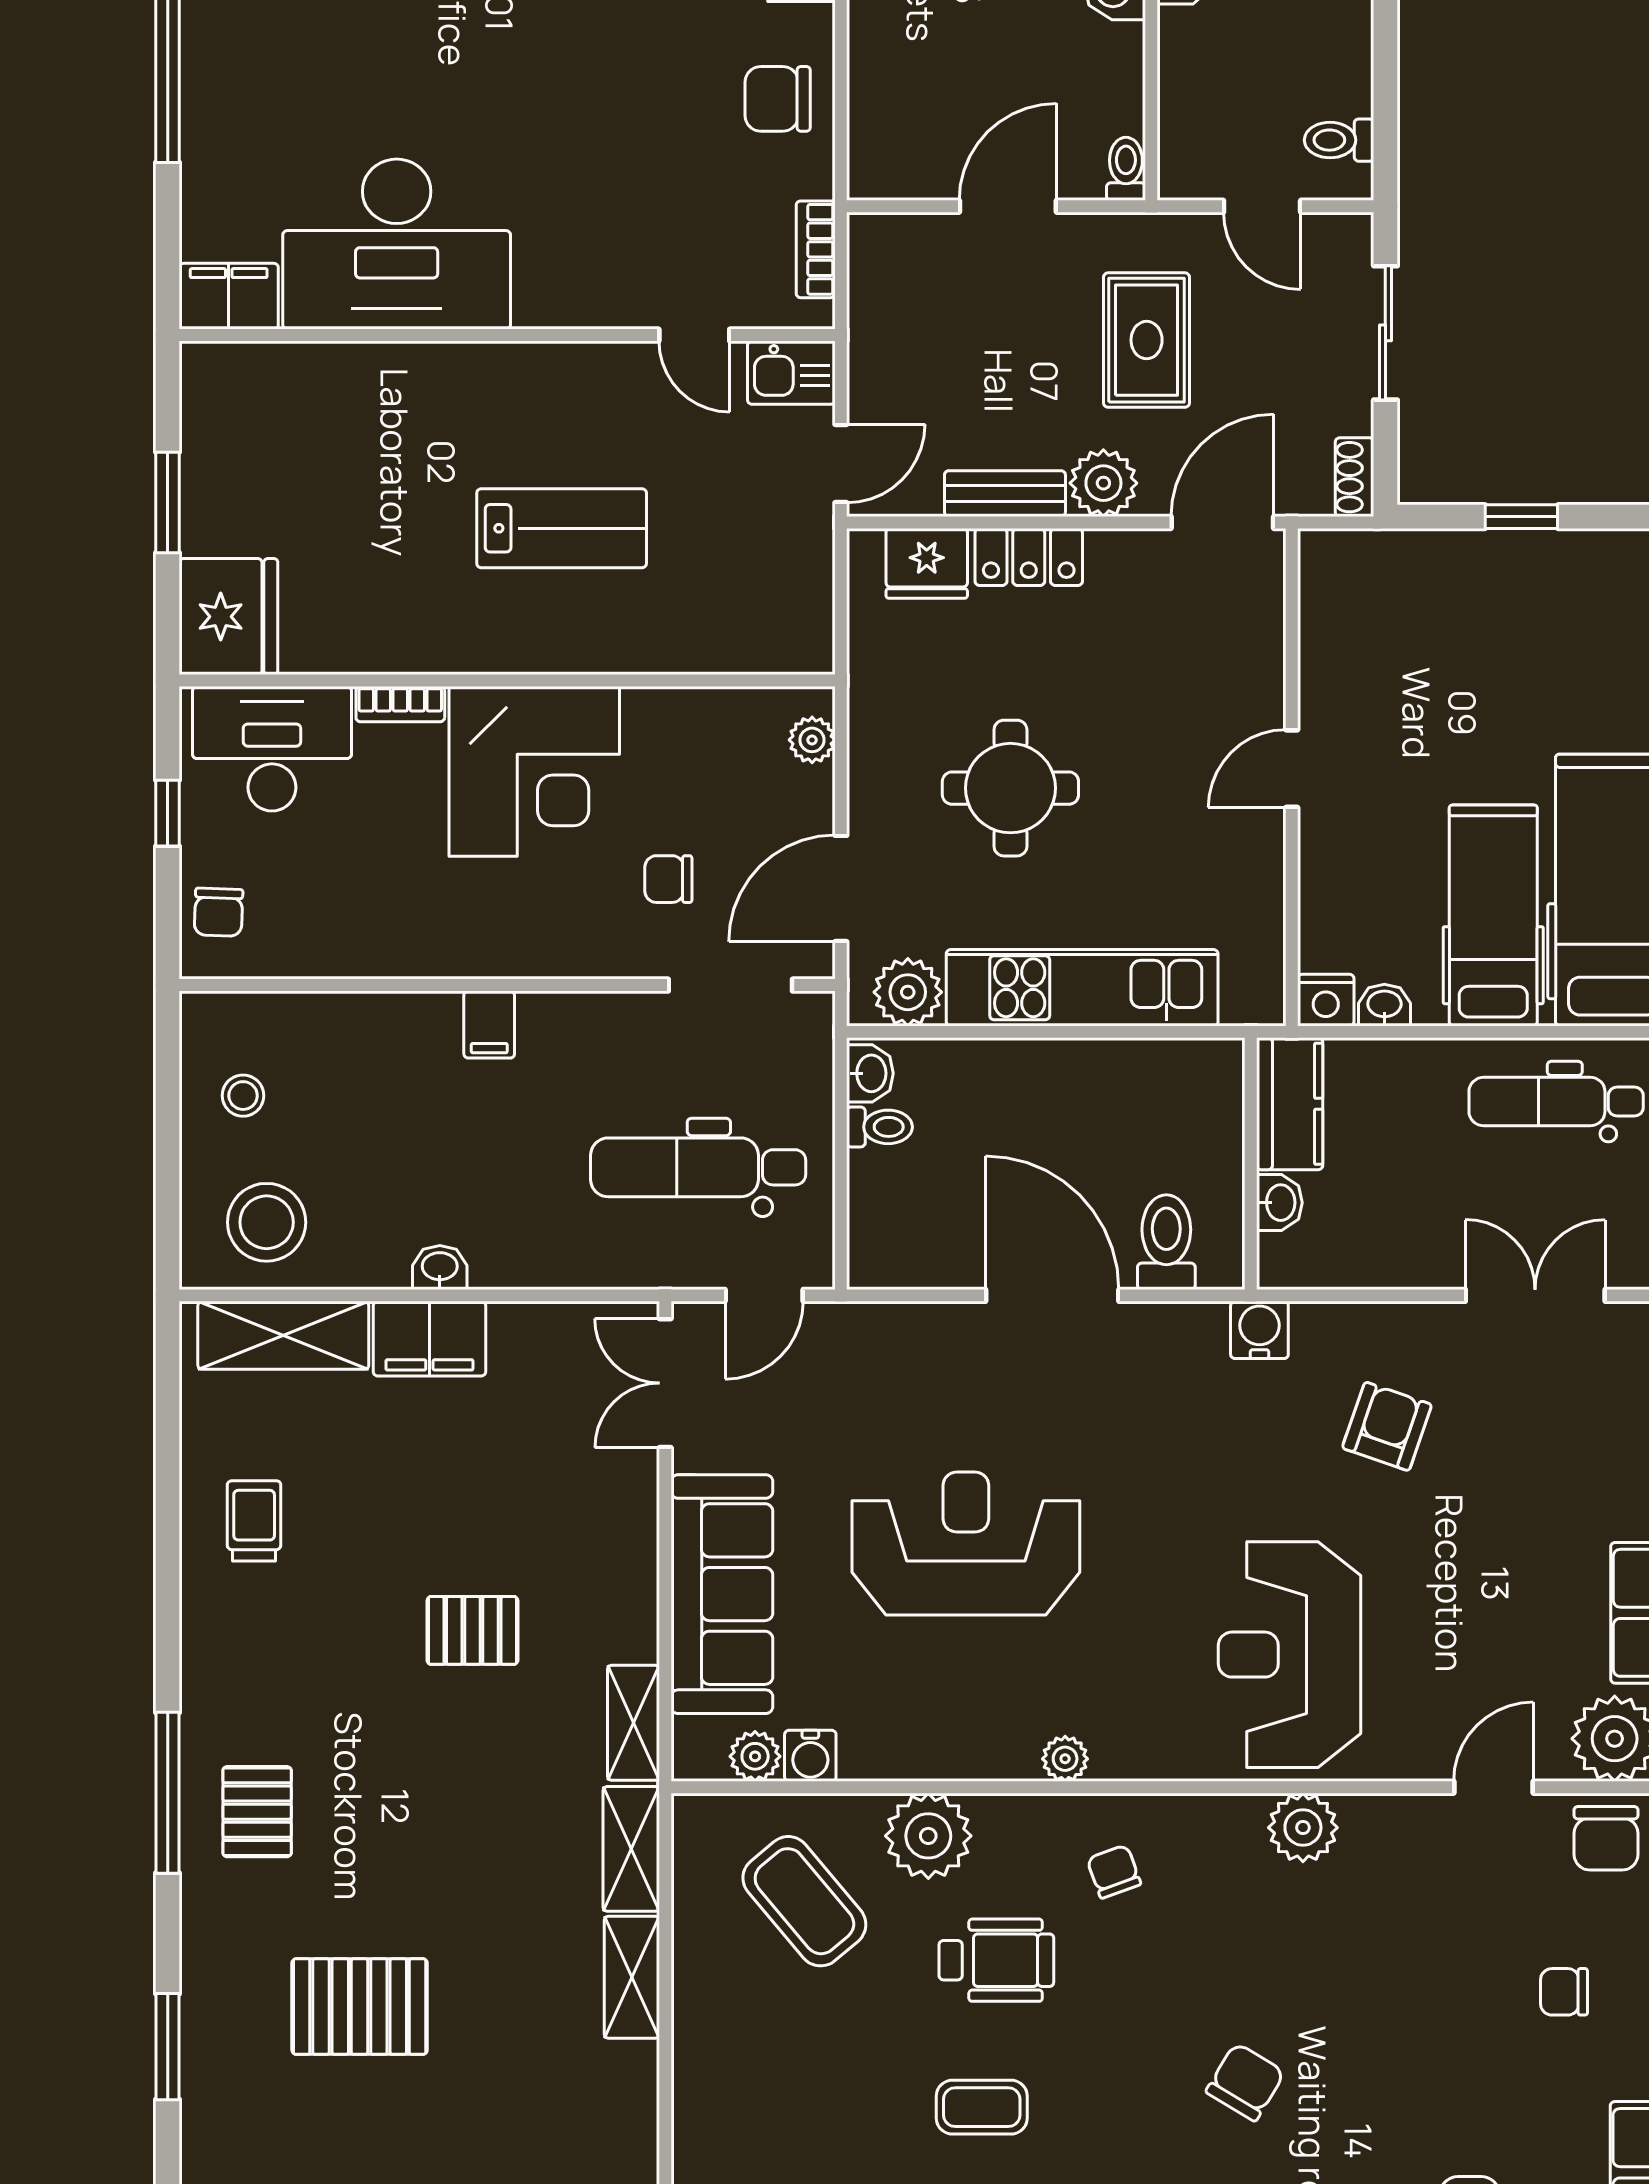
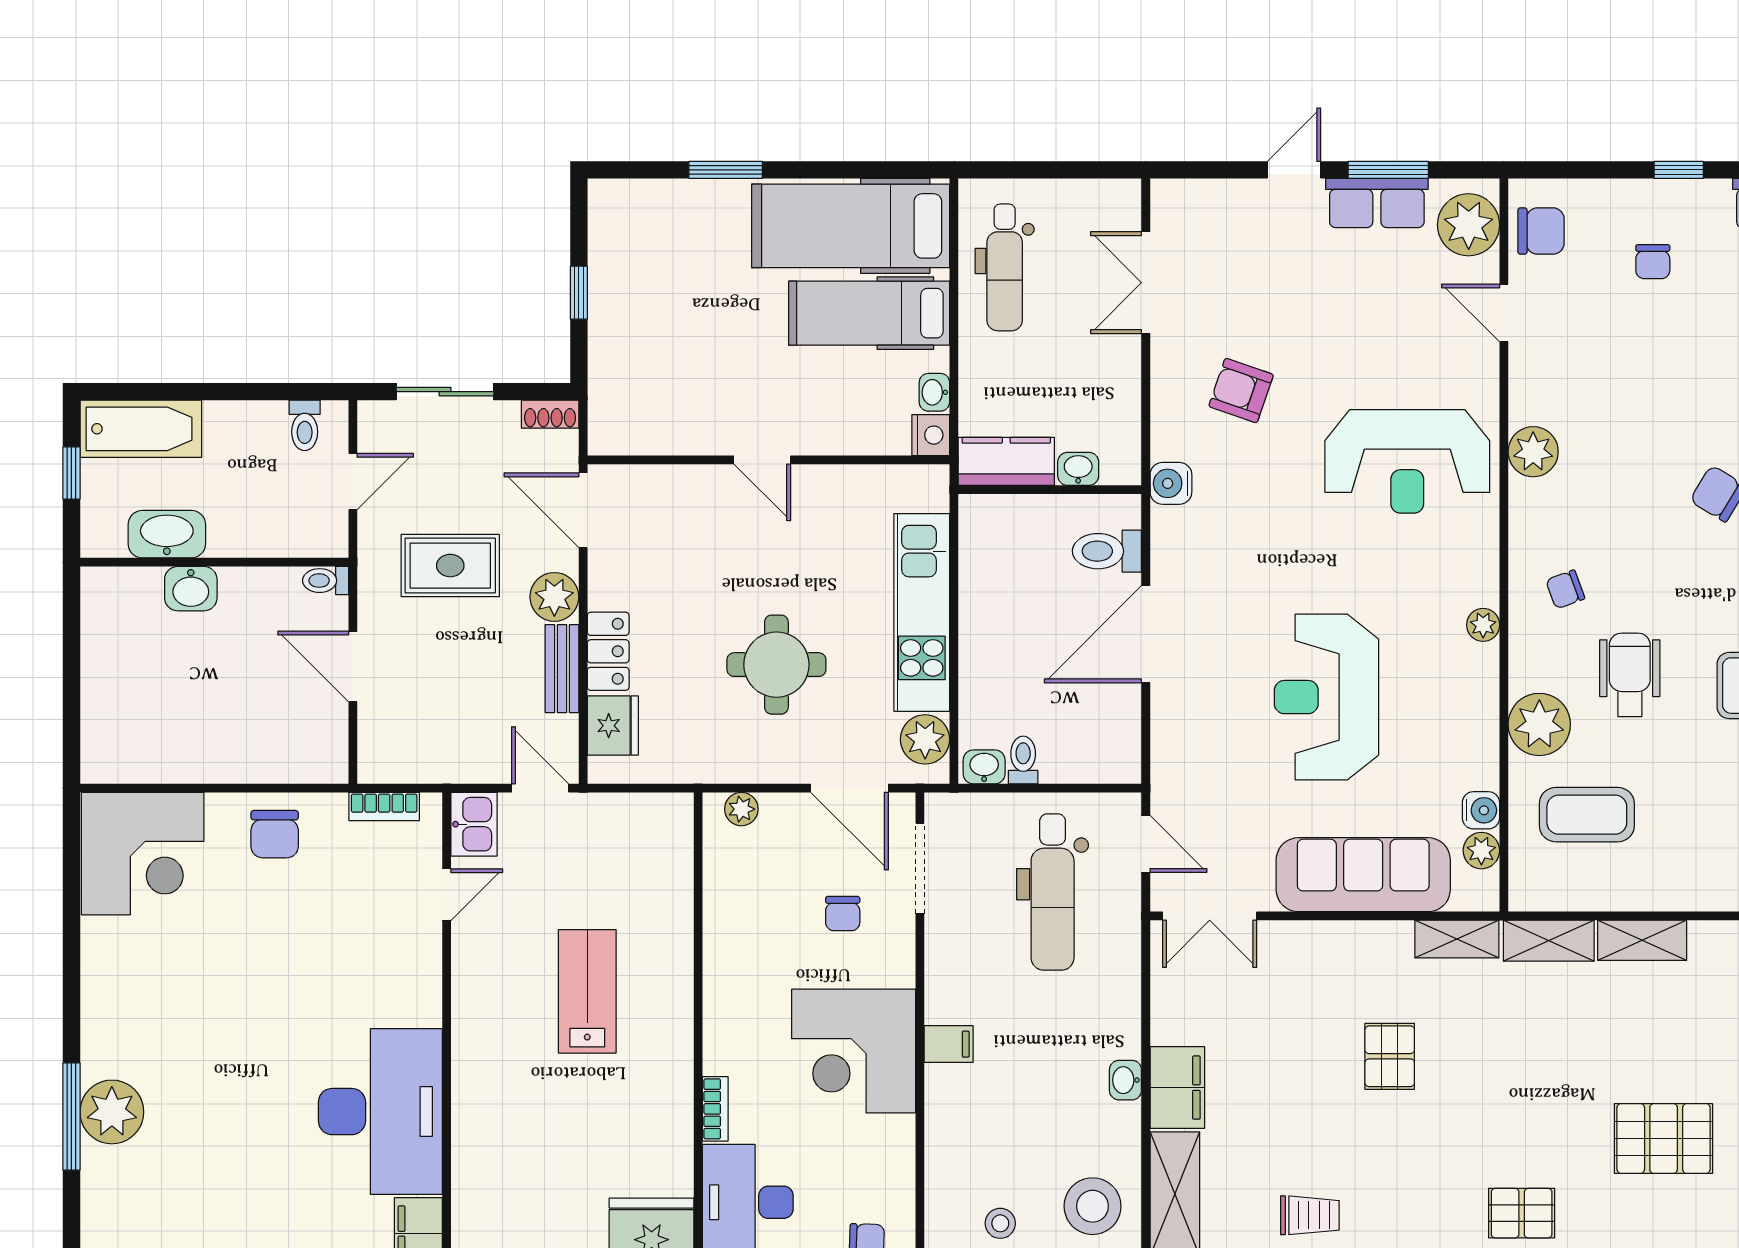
corner desk: (534, 771) -> (854, 1051), moved, turned 180
trolley: (254, 1521) -> (1310, 1215), turned 180
coffee table: (804, 1901) -> (1587, 815), turned 40
pallet: (360, 2007) -> (1664, 1138), turned 90

